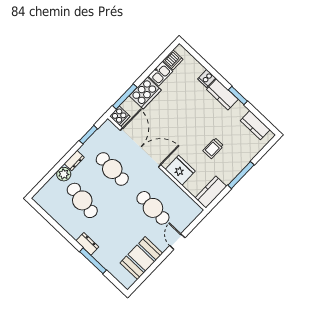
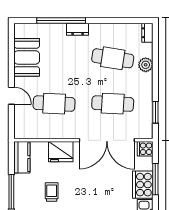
window: (125, 97) -> (155, 179), moved
dresser: (74, 161) -> (147, 33), moved
window: (93, 261) -> (61, 21), width x1.46

